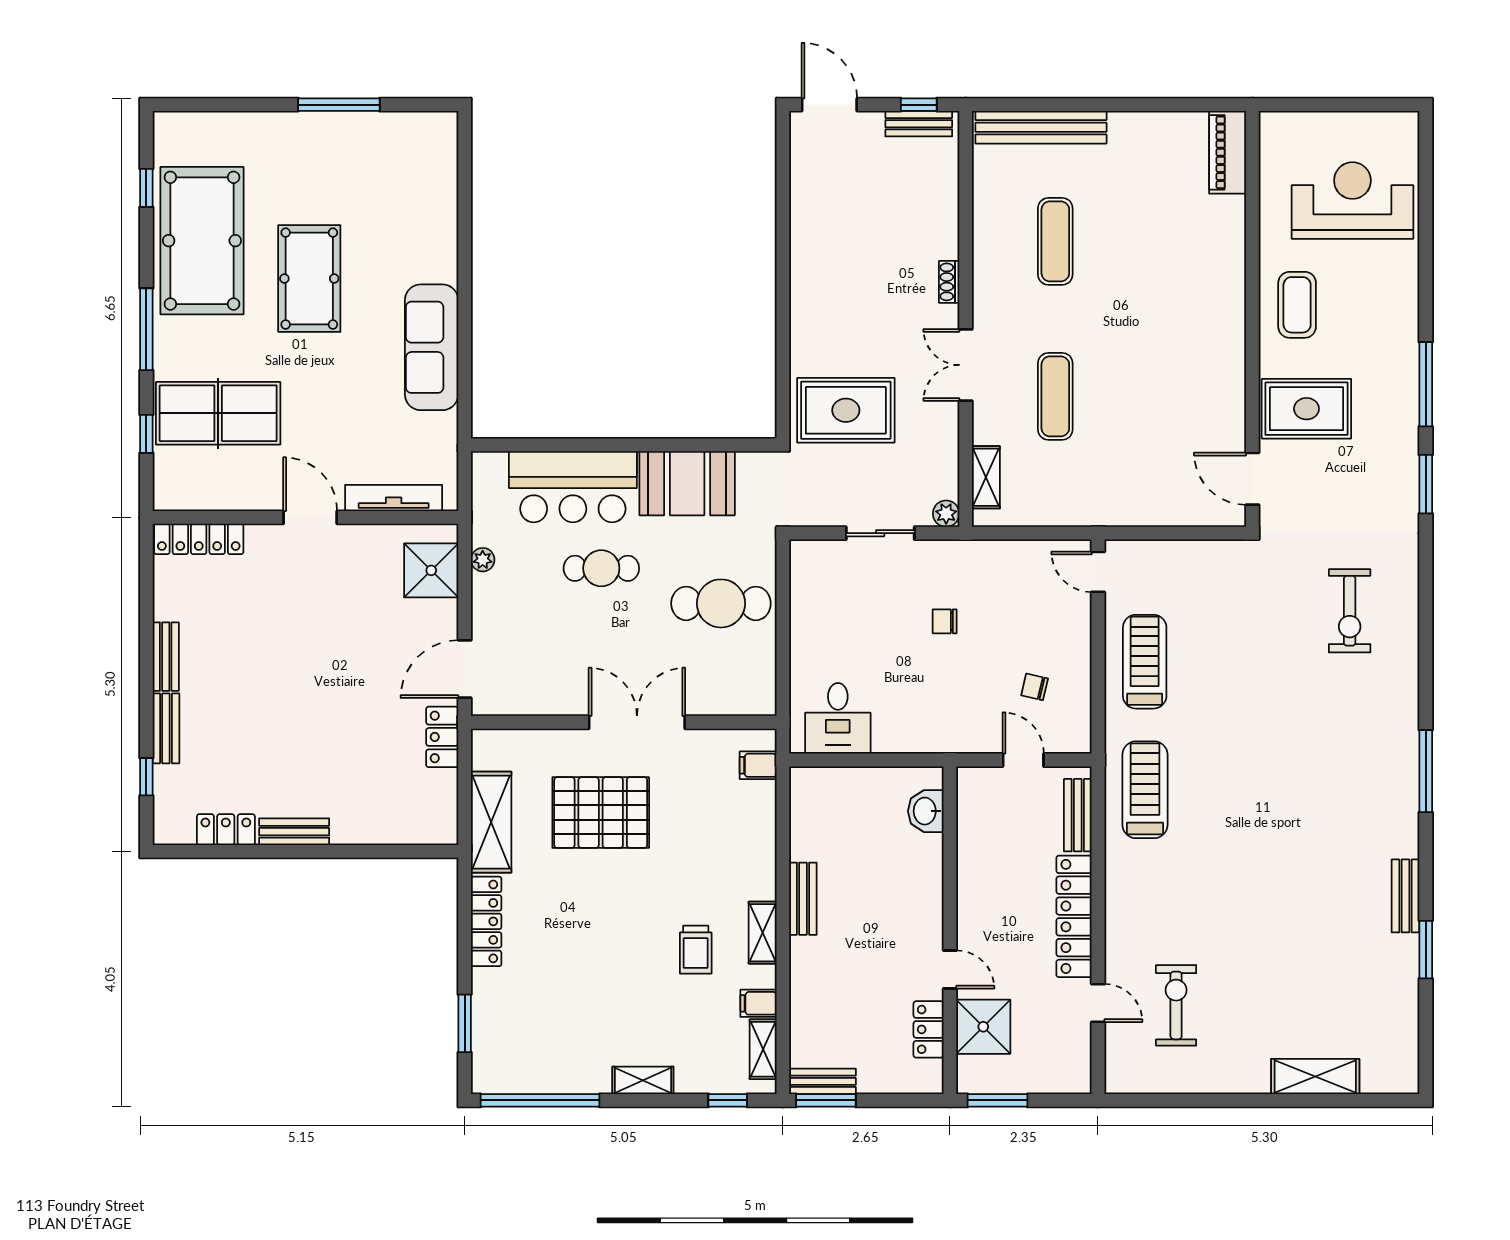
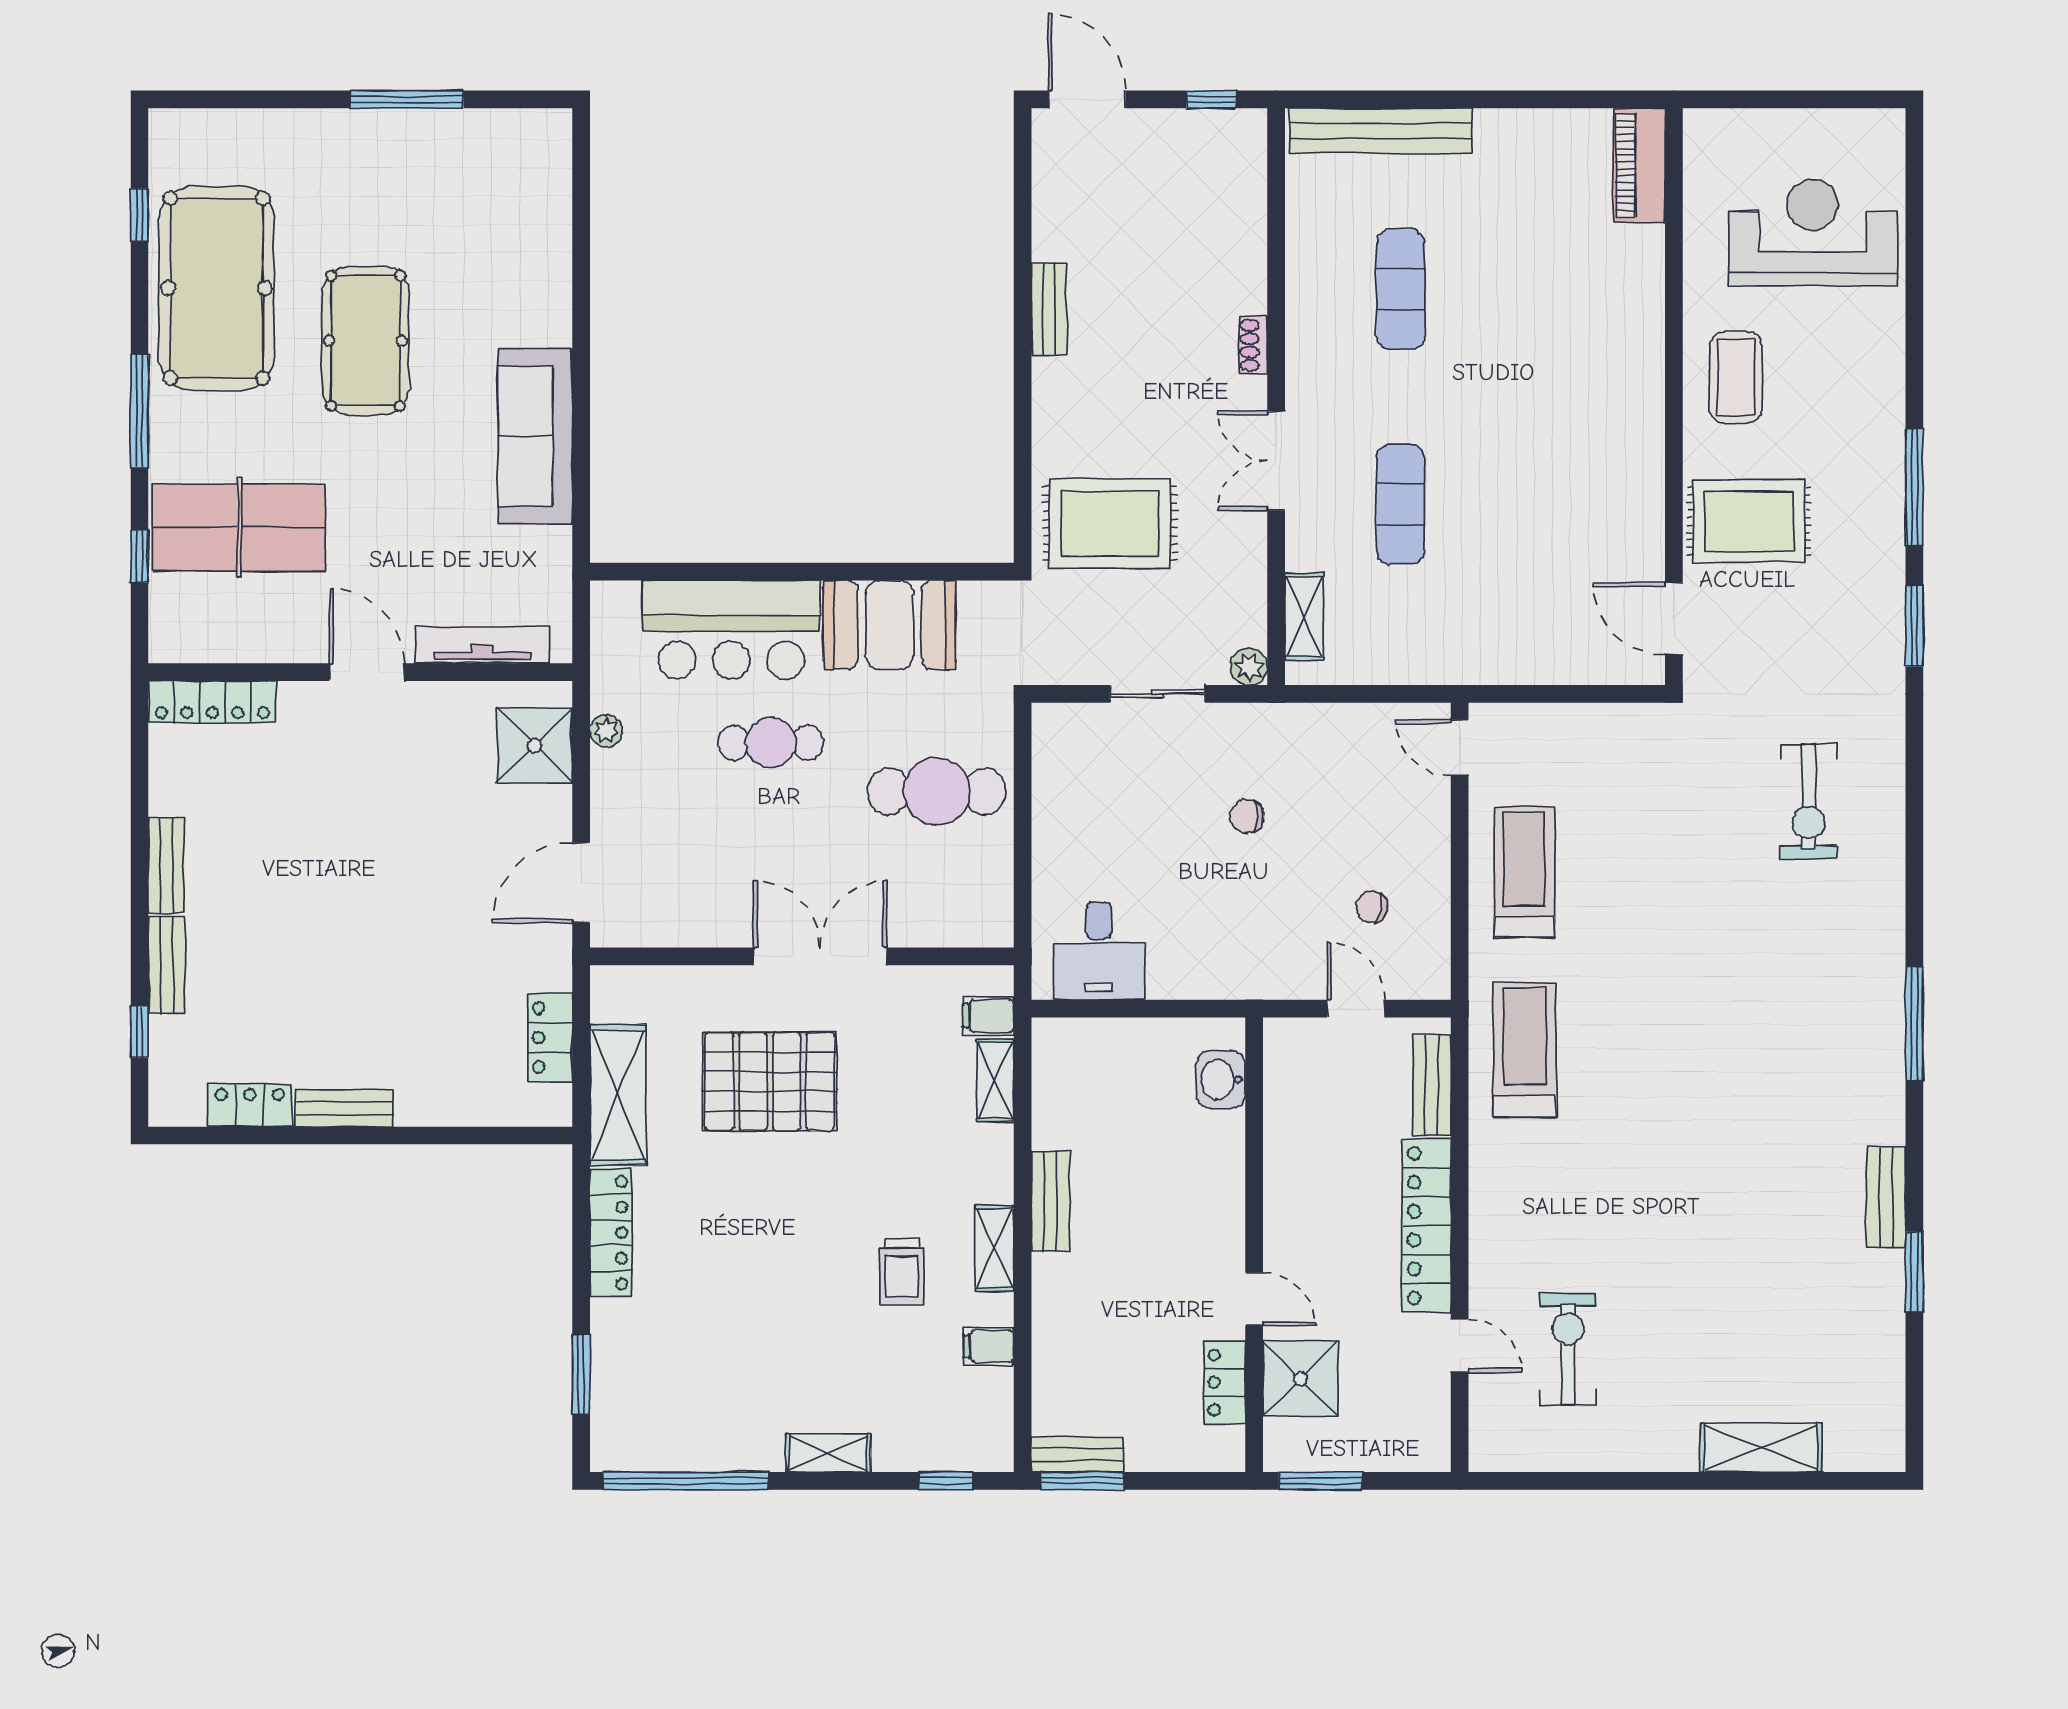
bench: (919, 124) -> (1049, 309), moved, turned 90
locker: (442, 737) -> (550, 1037), moved
shelving: (763, 1049) -> (995, 1080), moved

